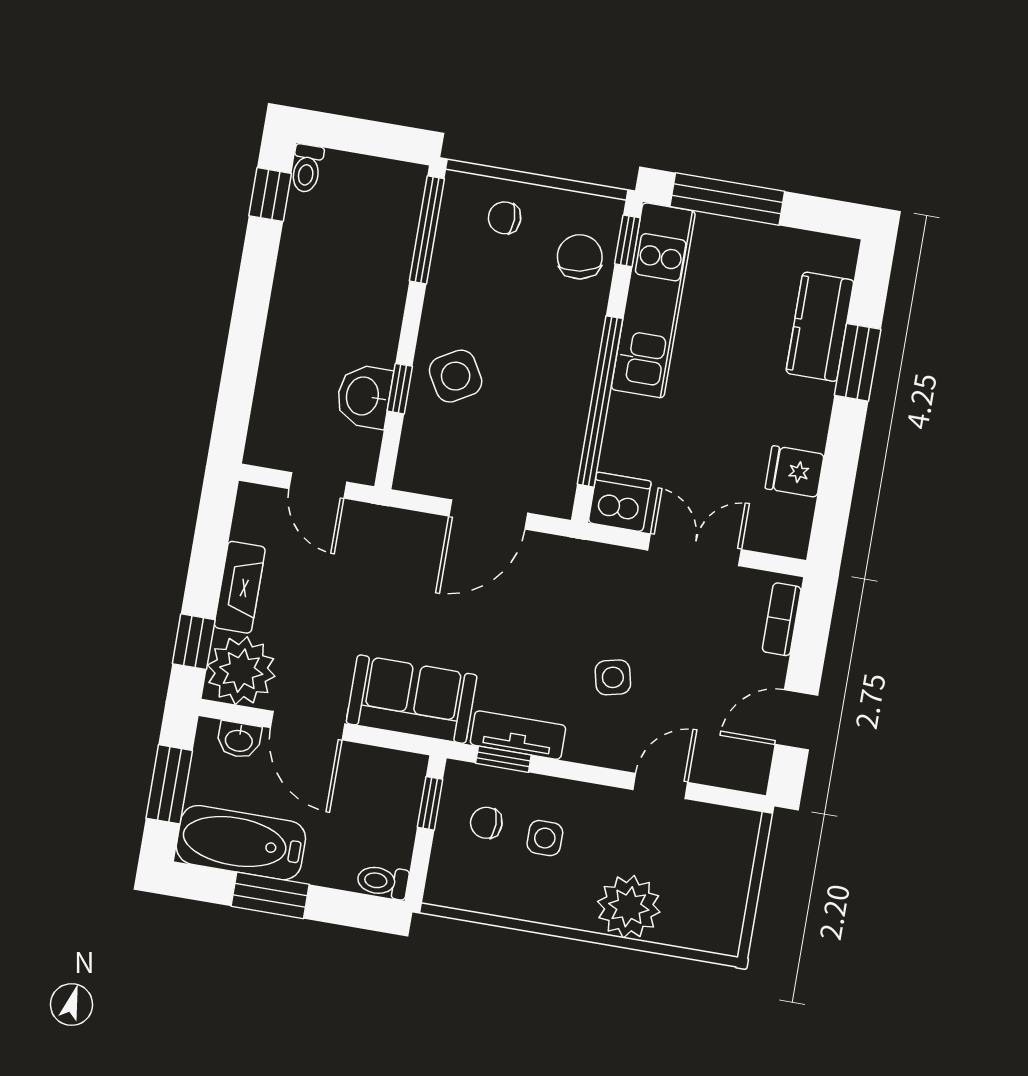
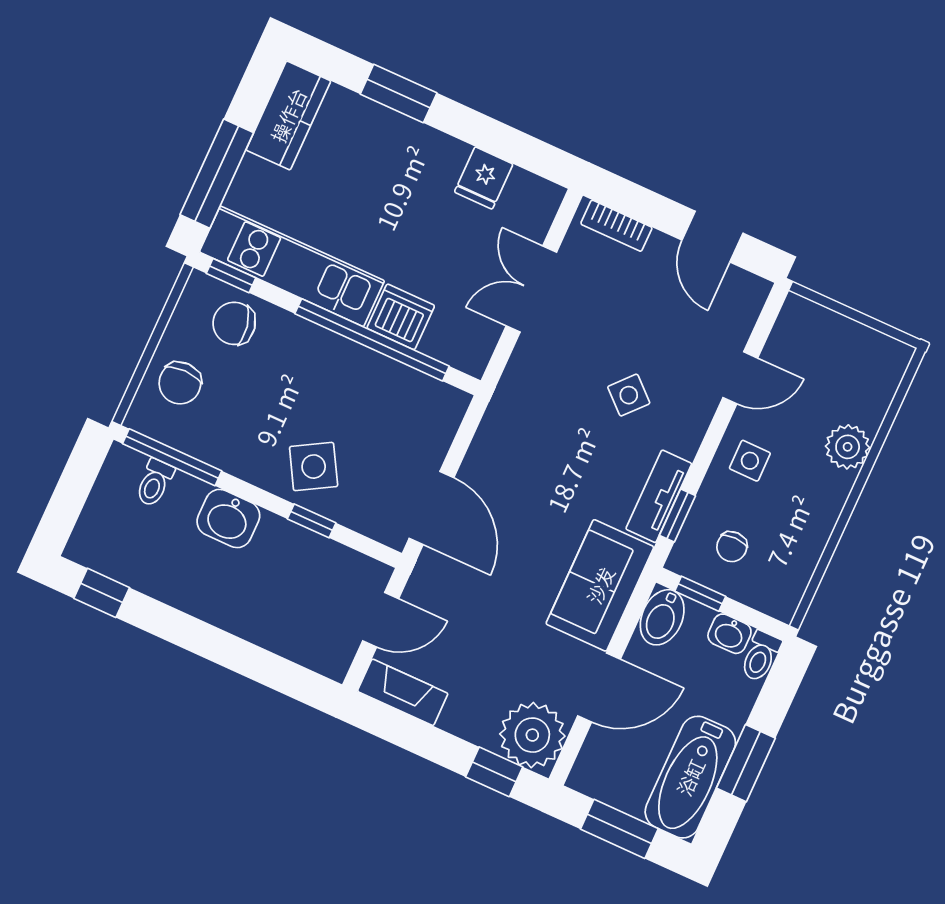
toilet: (307, 168) -> (155, 483), moved, turned 90
chair: (505, 218) -> (180, 383), width x1.37, depth x1.37
kitchen counter: (820, 327) -> (288, 115), moved, turned -90
washbasin: (364, 396) -> (228, 519), moved
dishwasher: (620, 502) -> (401, 317), moved, turned 90
door: (488, 515) -> (432, 508), moved
fireplace: (240, 587) -> (403, 692), moved
side table: (613, 677) -> (629, 395), turned -35
washbasin: (239, 740) -> (729, 634), moved, turned 90
bidet: (396, 771) -> (662, 617), added
door: (660, 786) -> (740, 378), swing flipped
side table: (545, 838) -> (750, 461), moved
plant: (629, 907) -> (848, 447), width x0.73, depth x0.73

